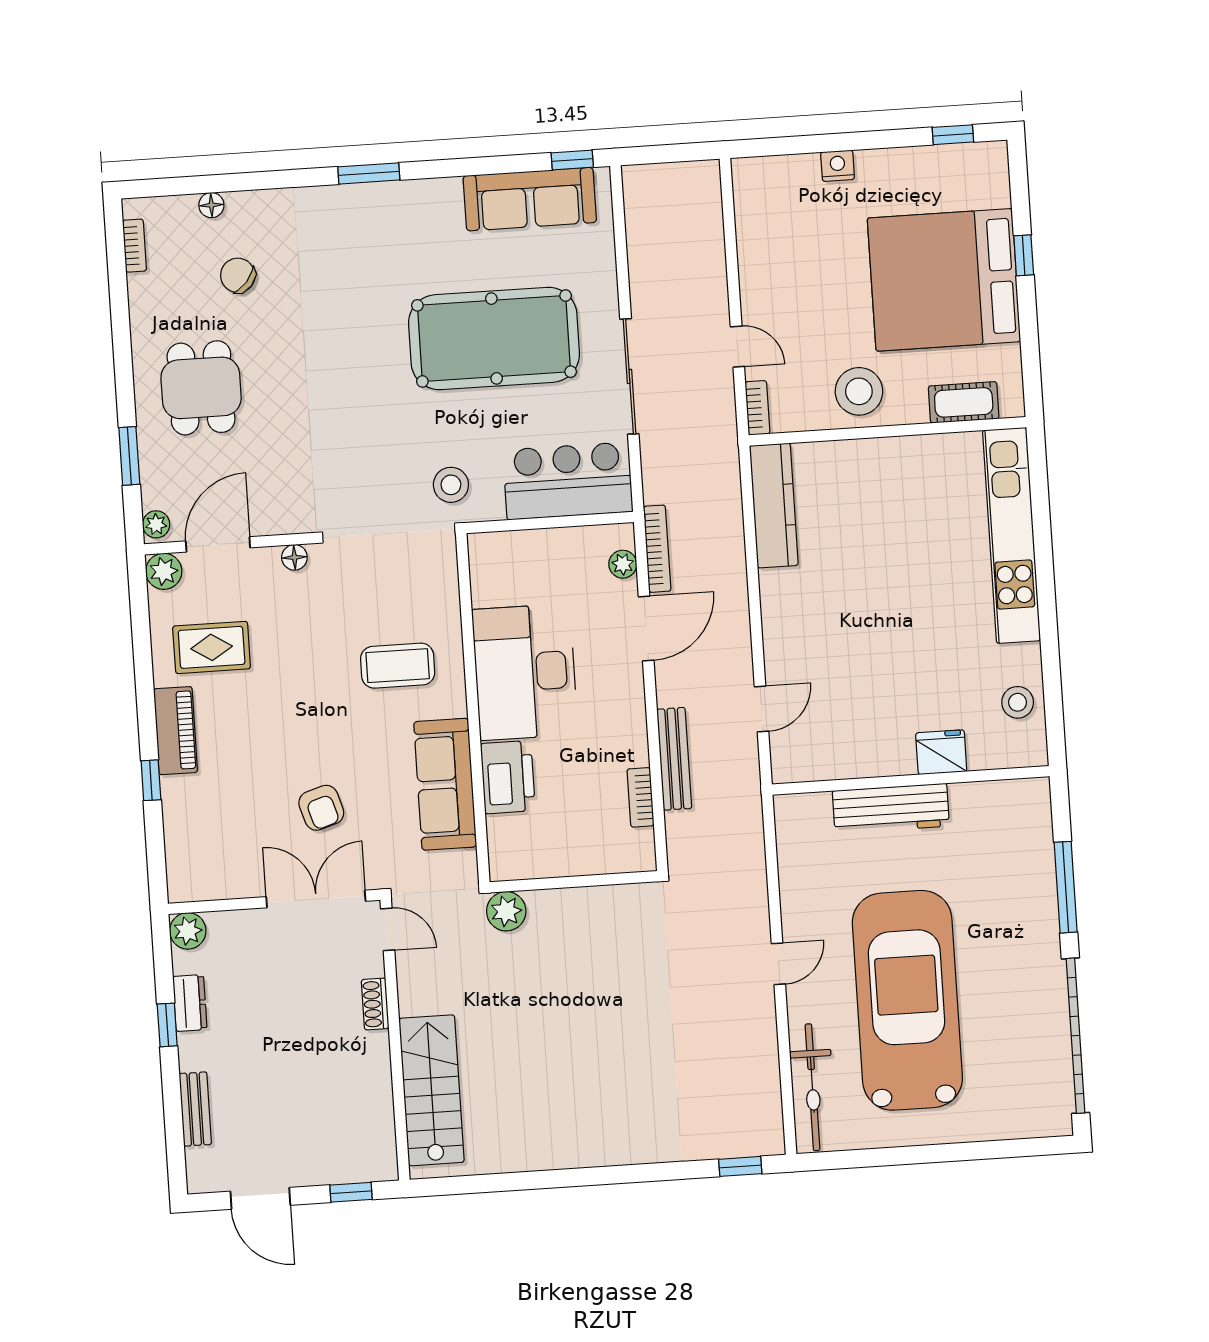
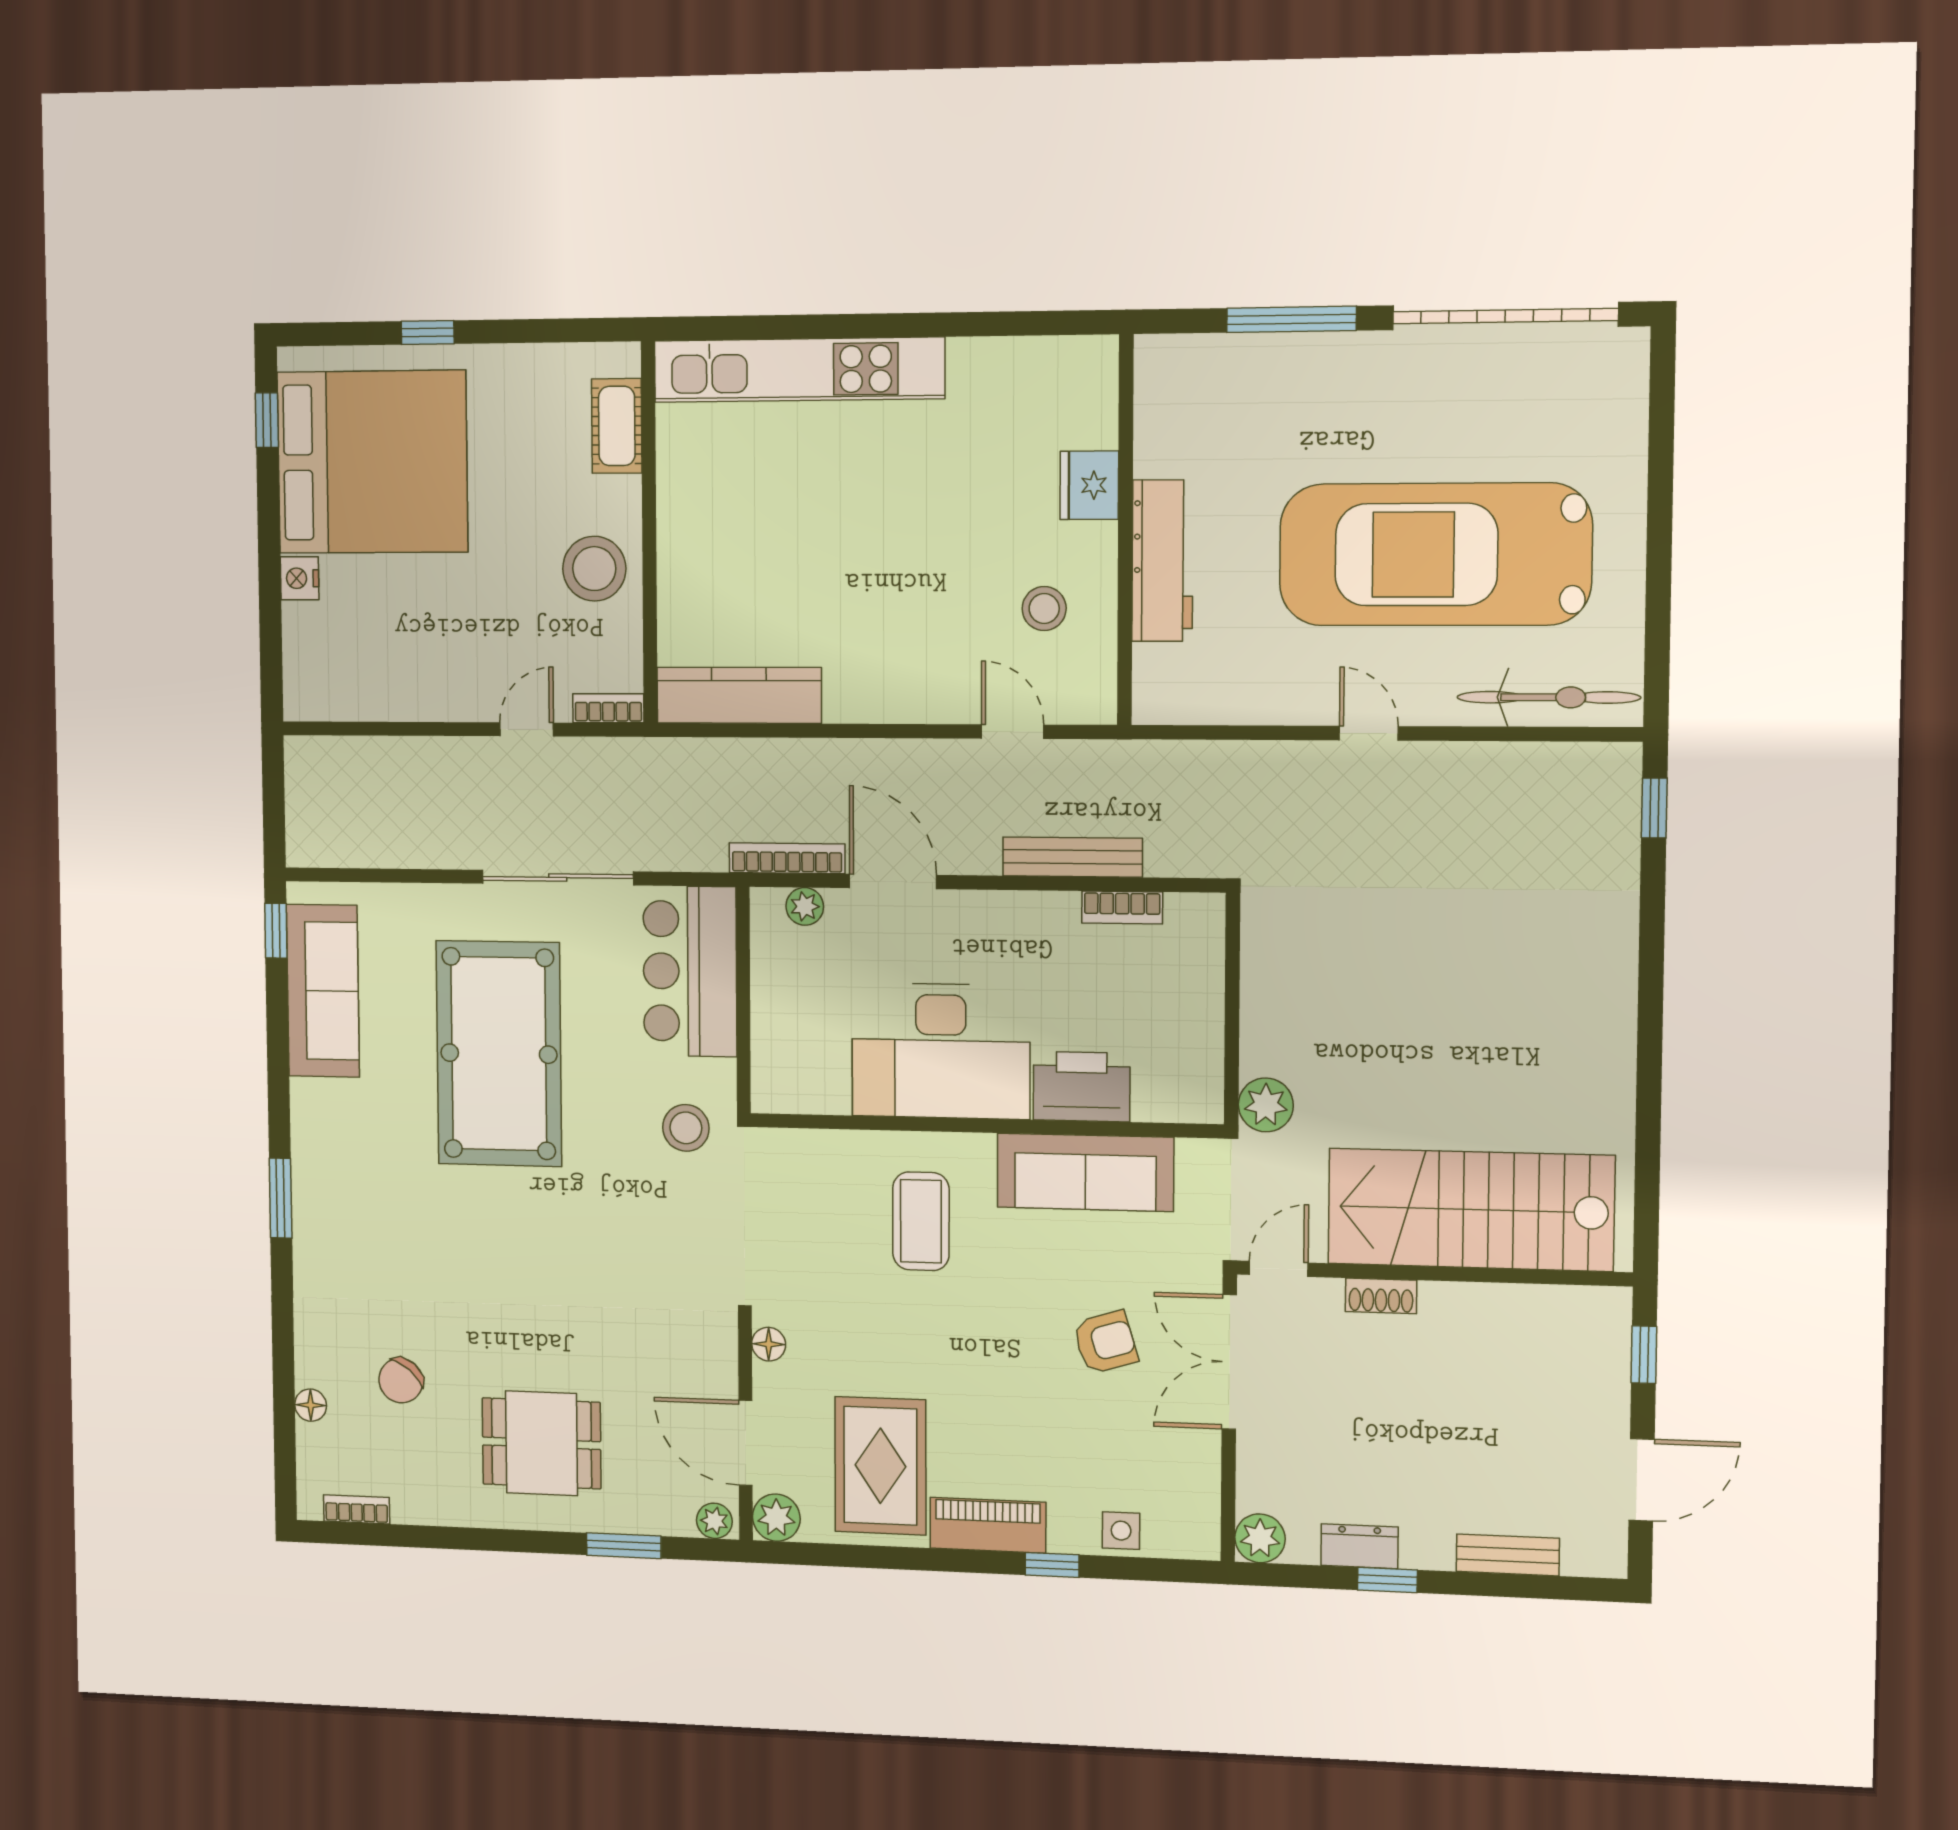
bed: (944, 280) -> (372, 462), moved, turned -90
rug: (212, 647) -> (880, 1466), width x1.36, depth x1.43
stool: (1018, 702) -> (1044, 609), moved
side table: (182, 829) -> (1121, 1531), added
stairs: (432, 1090) -> (1471, 1210), width x1.36, depth x1.51

